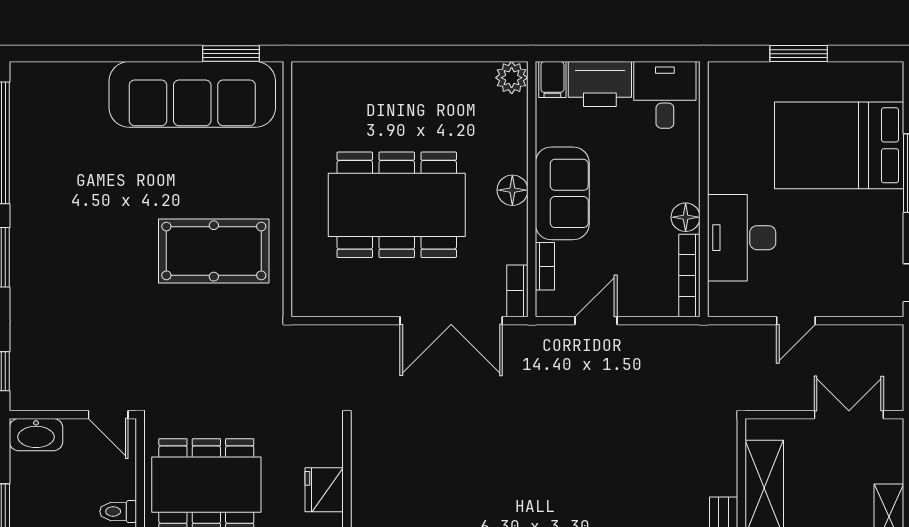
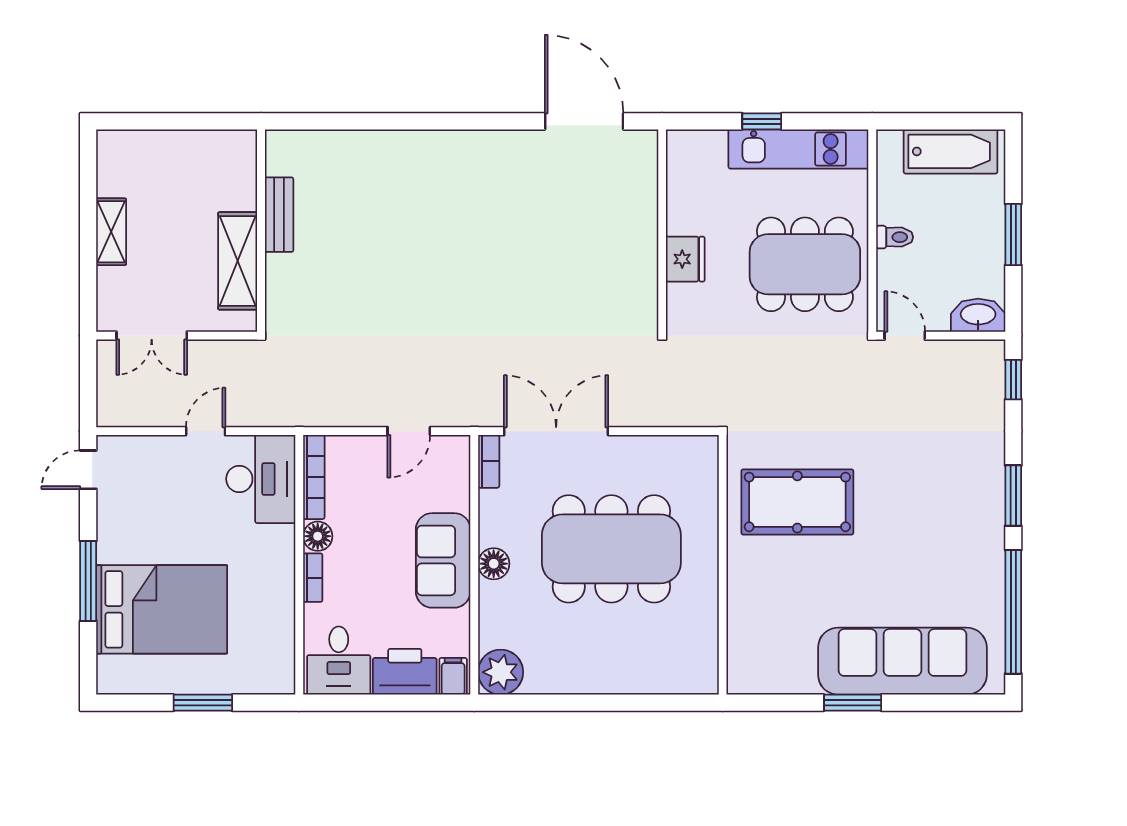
window: (231, 54) -> (853, 703), moved
plant: (512, 78) -> (501, 672), width x1.36, depth x1.36
sofa: (192, 94) -> (902, 661), moved
desk: (742, 238) -> (261, 479), moved
bookcase: (545, 266) -> (313, 578), moved, turned 180

